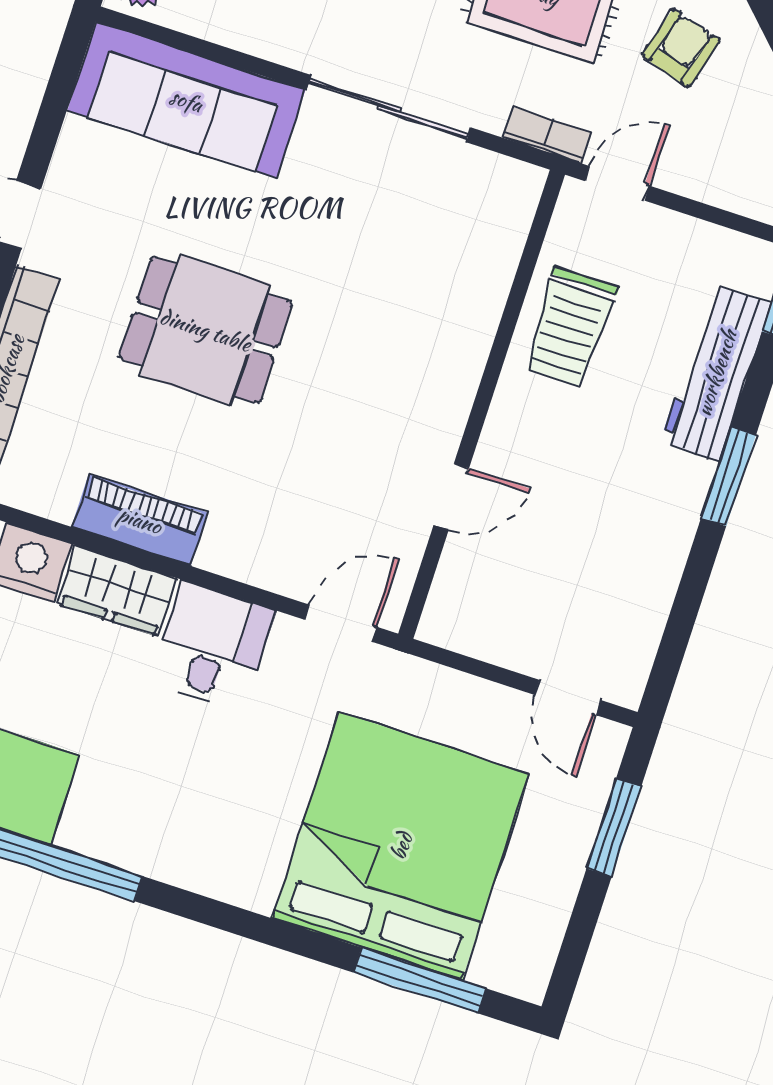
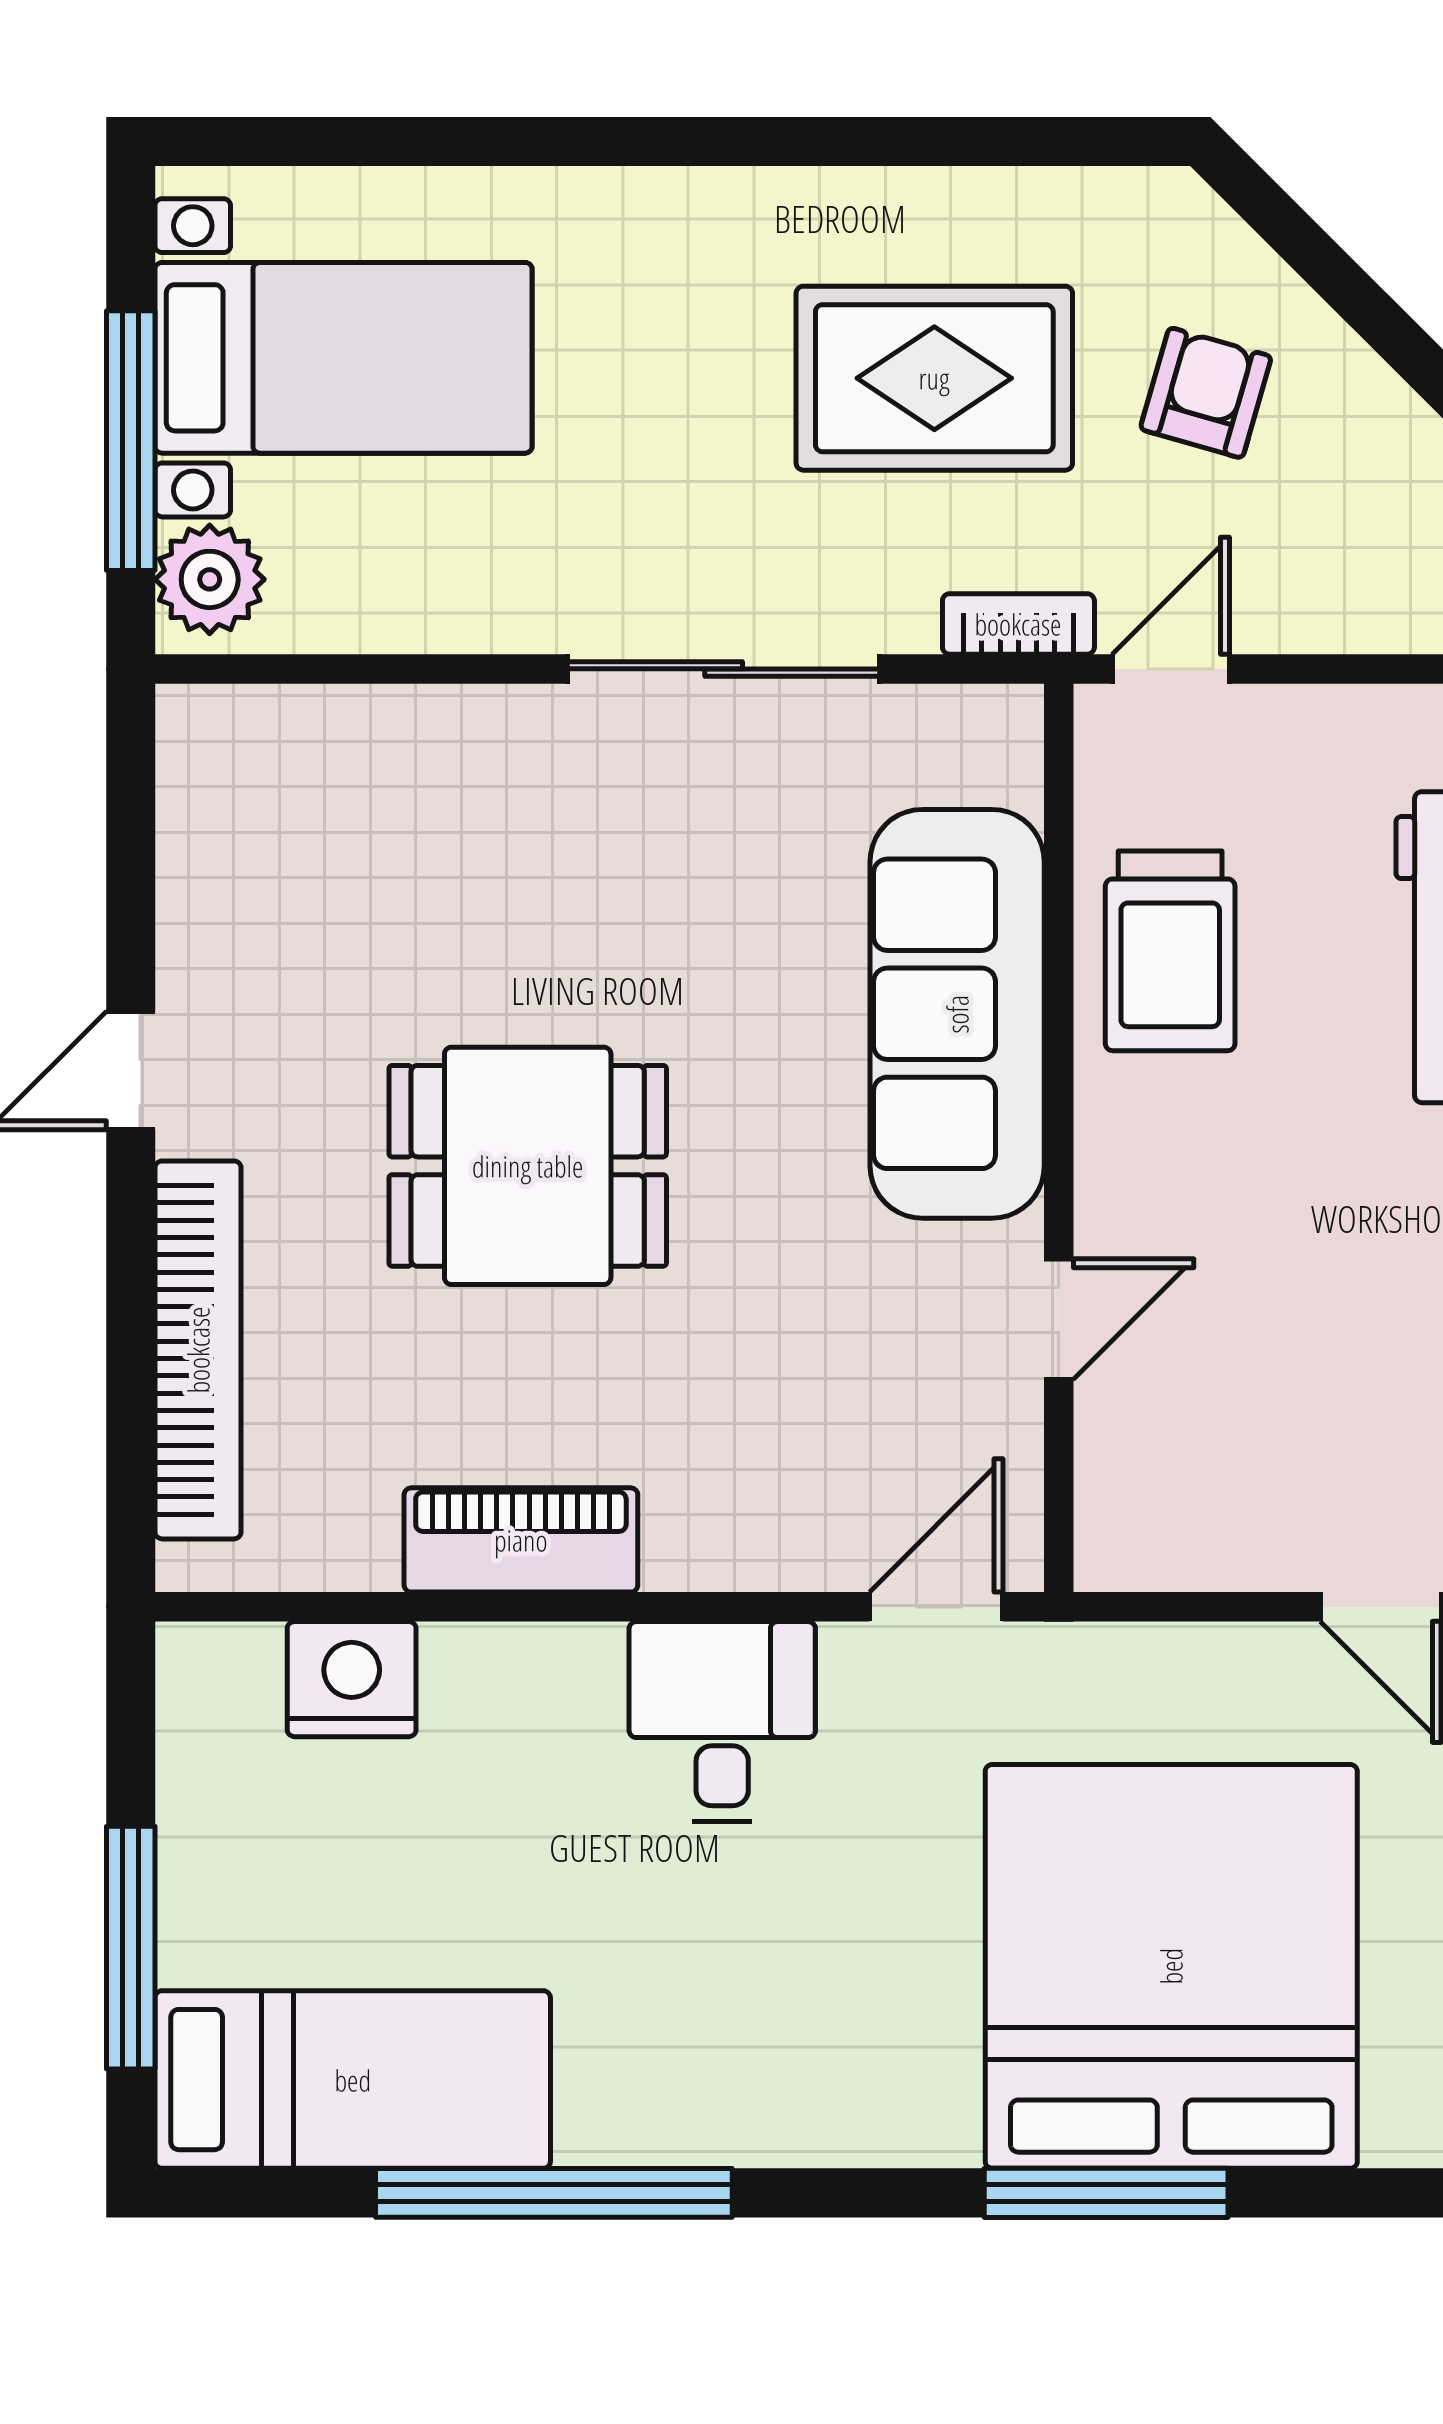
sofa: (186, 100) -> (957, 1014), moved, turned 90
wardrobe: (117, 591) -> (523, 1679), removed
window: (420, 980) -> (1106, 2193), moved

